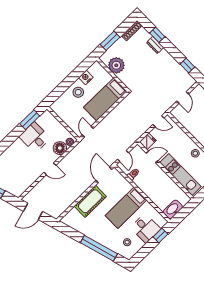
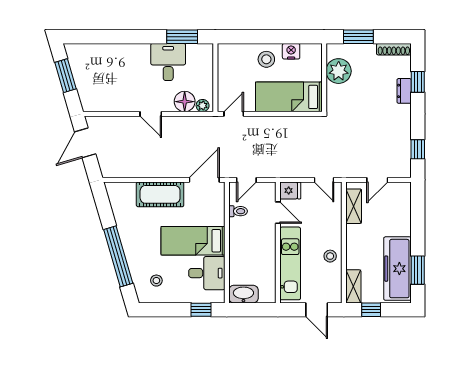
shelving: (184, 120) -> (354, 206), added
door: (33, 211) -> (85, 143), hinge flipped
desk: (146, 228) -> (207, 273), moved, turned -90

